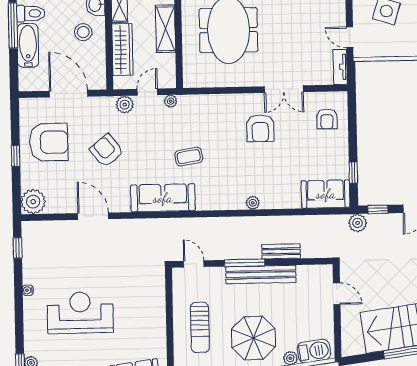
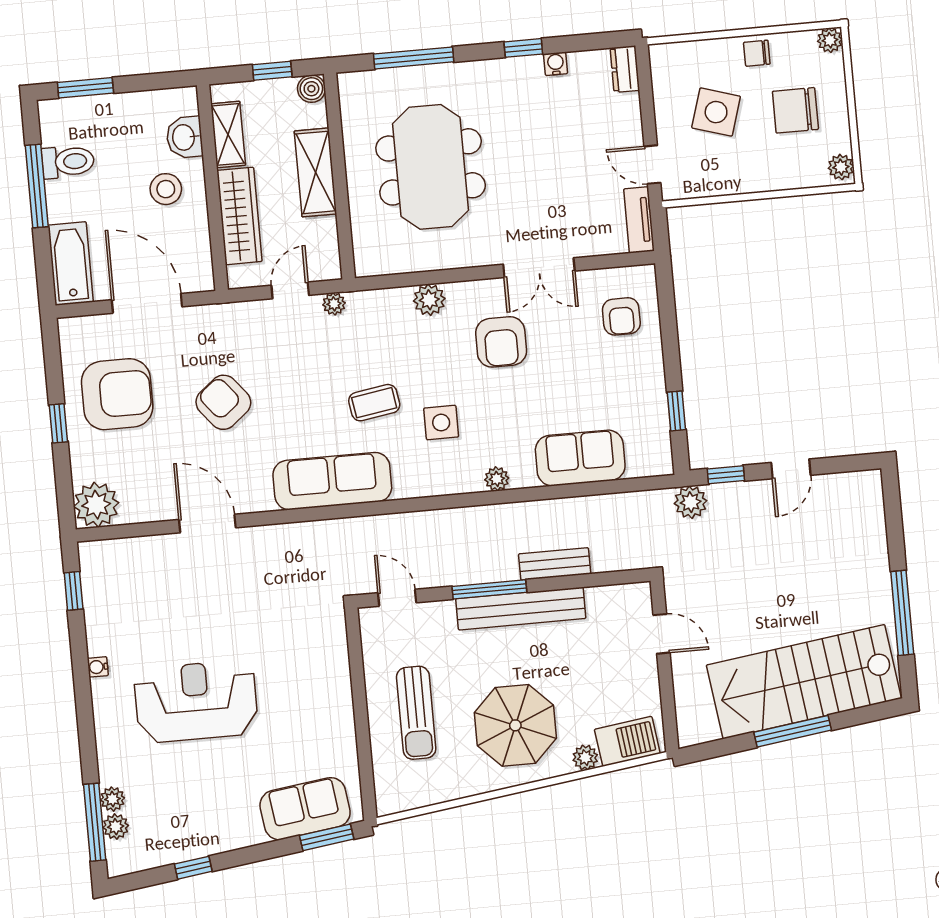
bathtub: (28, 46) -> (71, 264), moved
plant: (125, 105) -> (429, 300), moved
side table: (225, 170) -> (441, 423), added
sofa: (326, 194) -> (580, 458), moved

